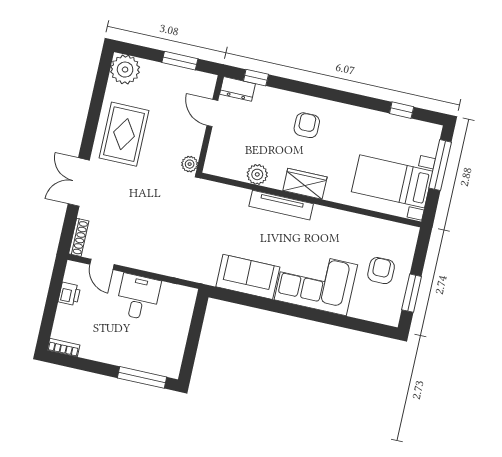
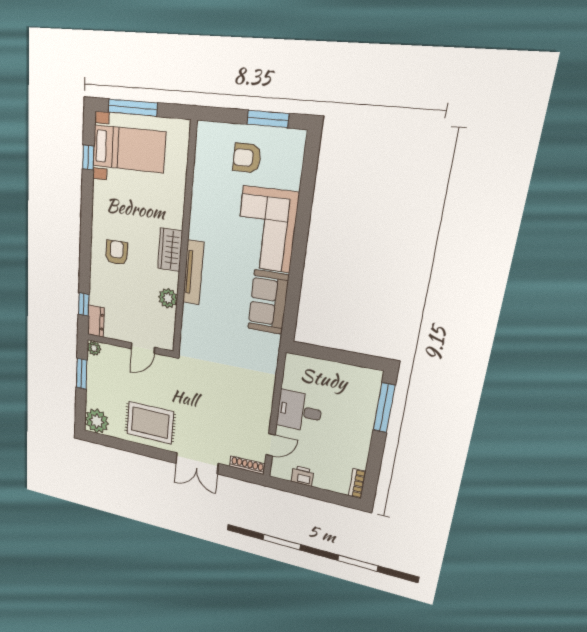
door: (212, 113) -> (143, 348), moved
armchair: (307, 125) -> (117, 253), turned 90
plant: (190, 164) -> (94, 348), moved
bed with nightstands: (392, 181) -> (129, 149), moved, turned -90

